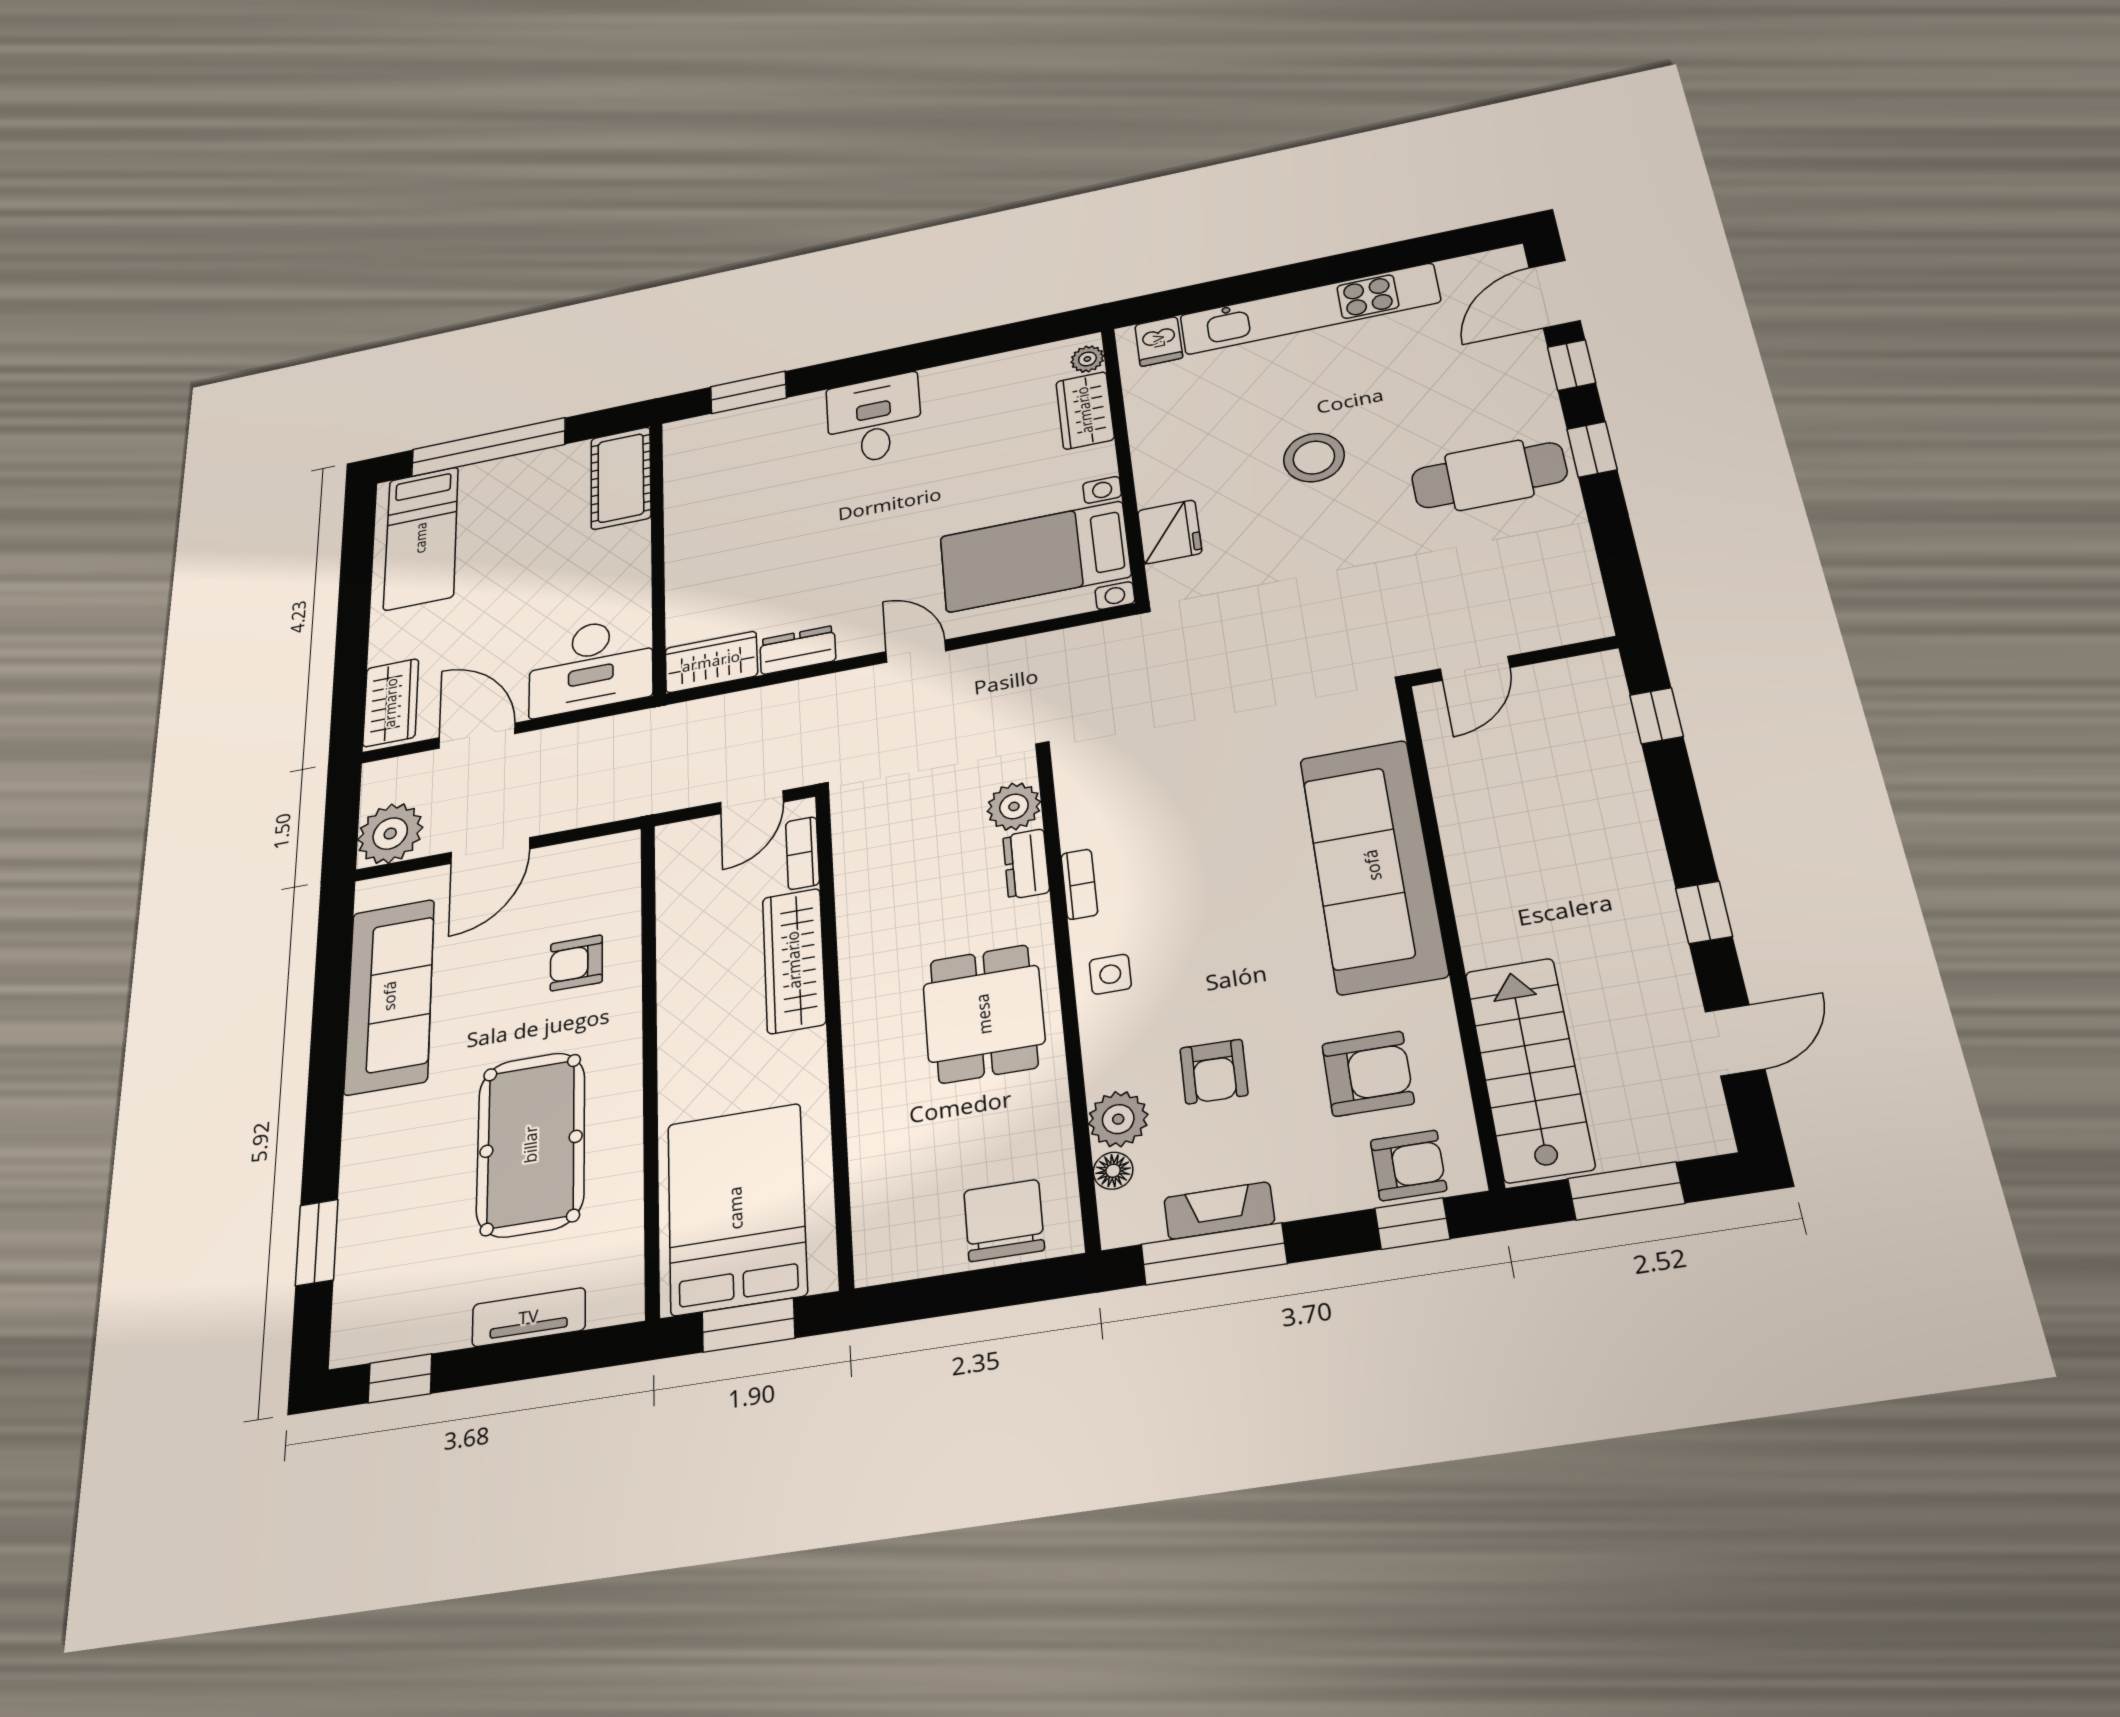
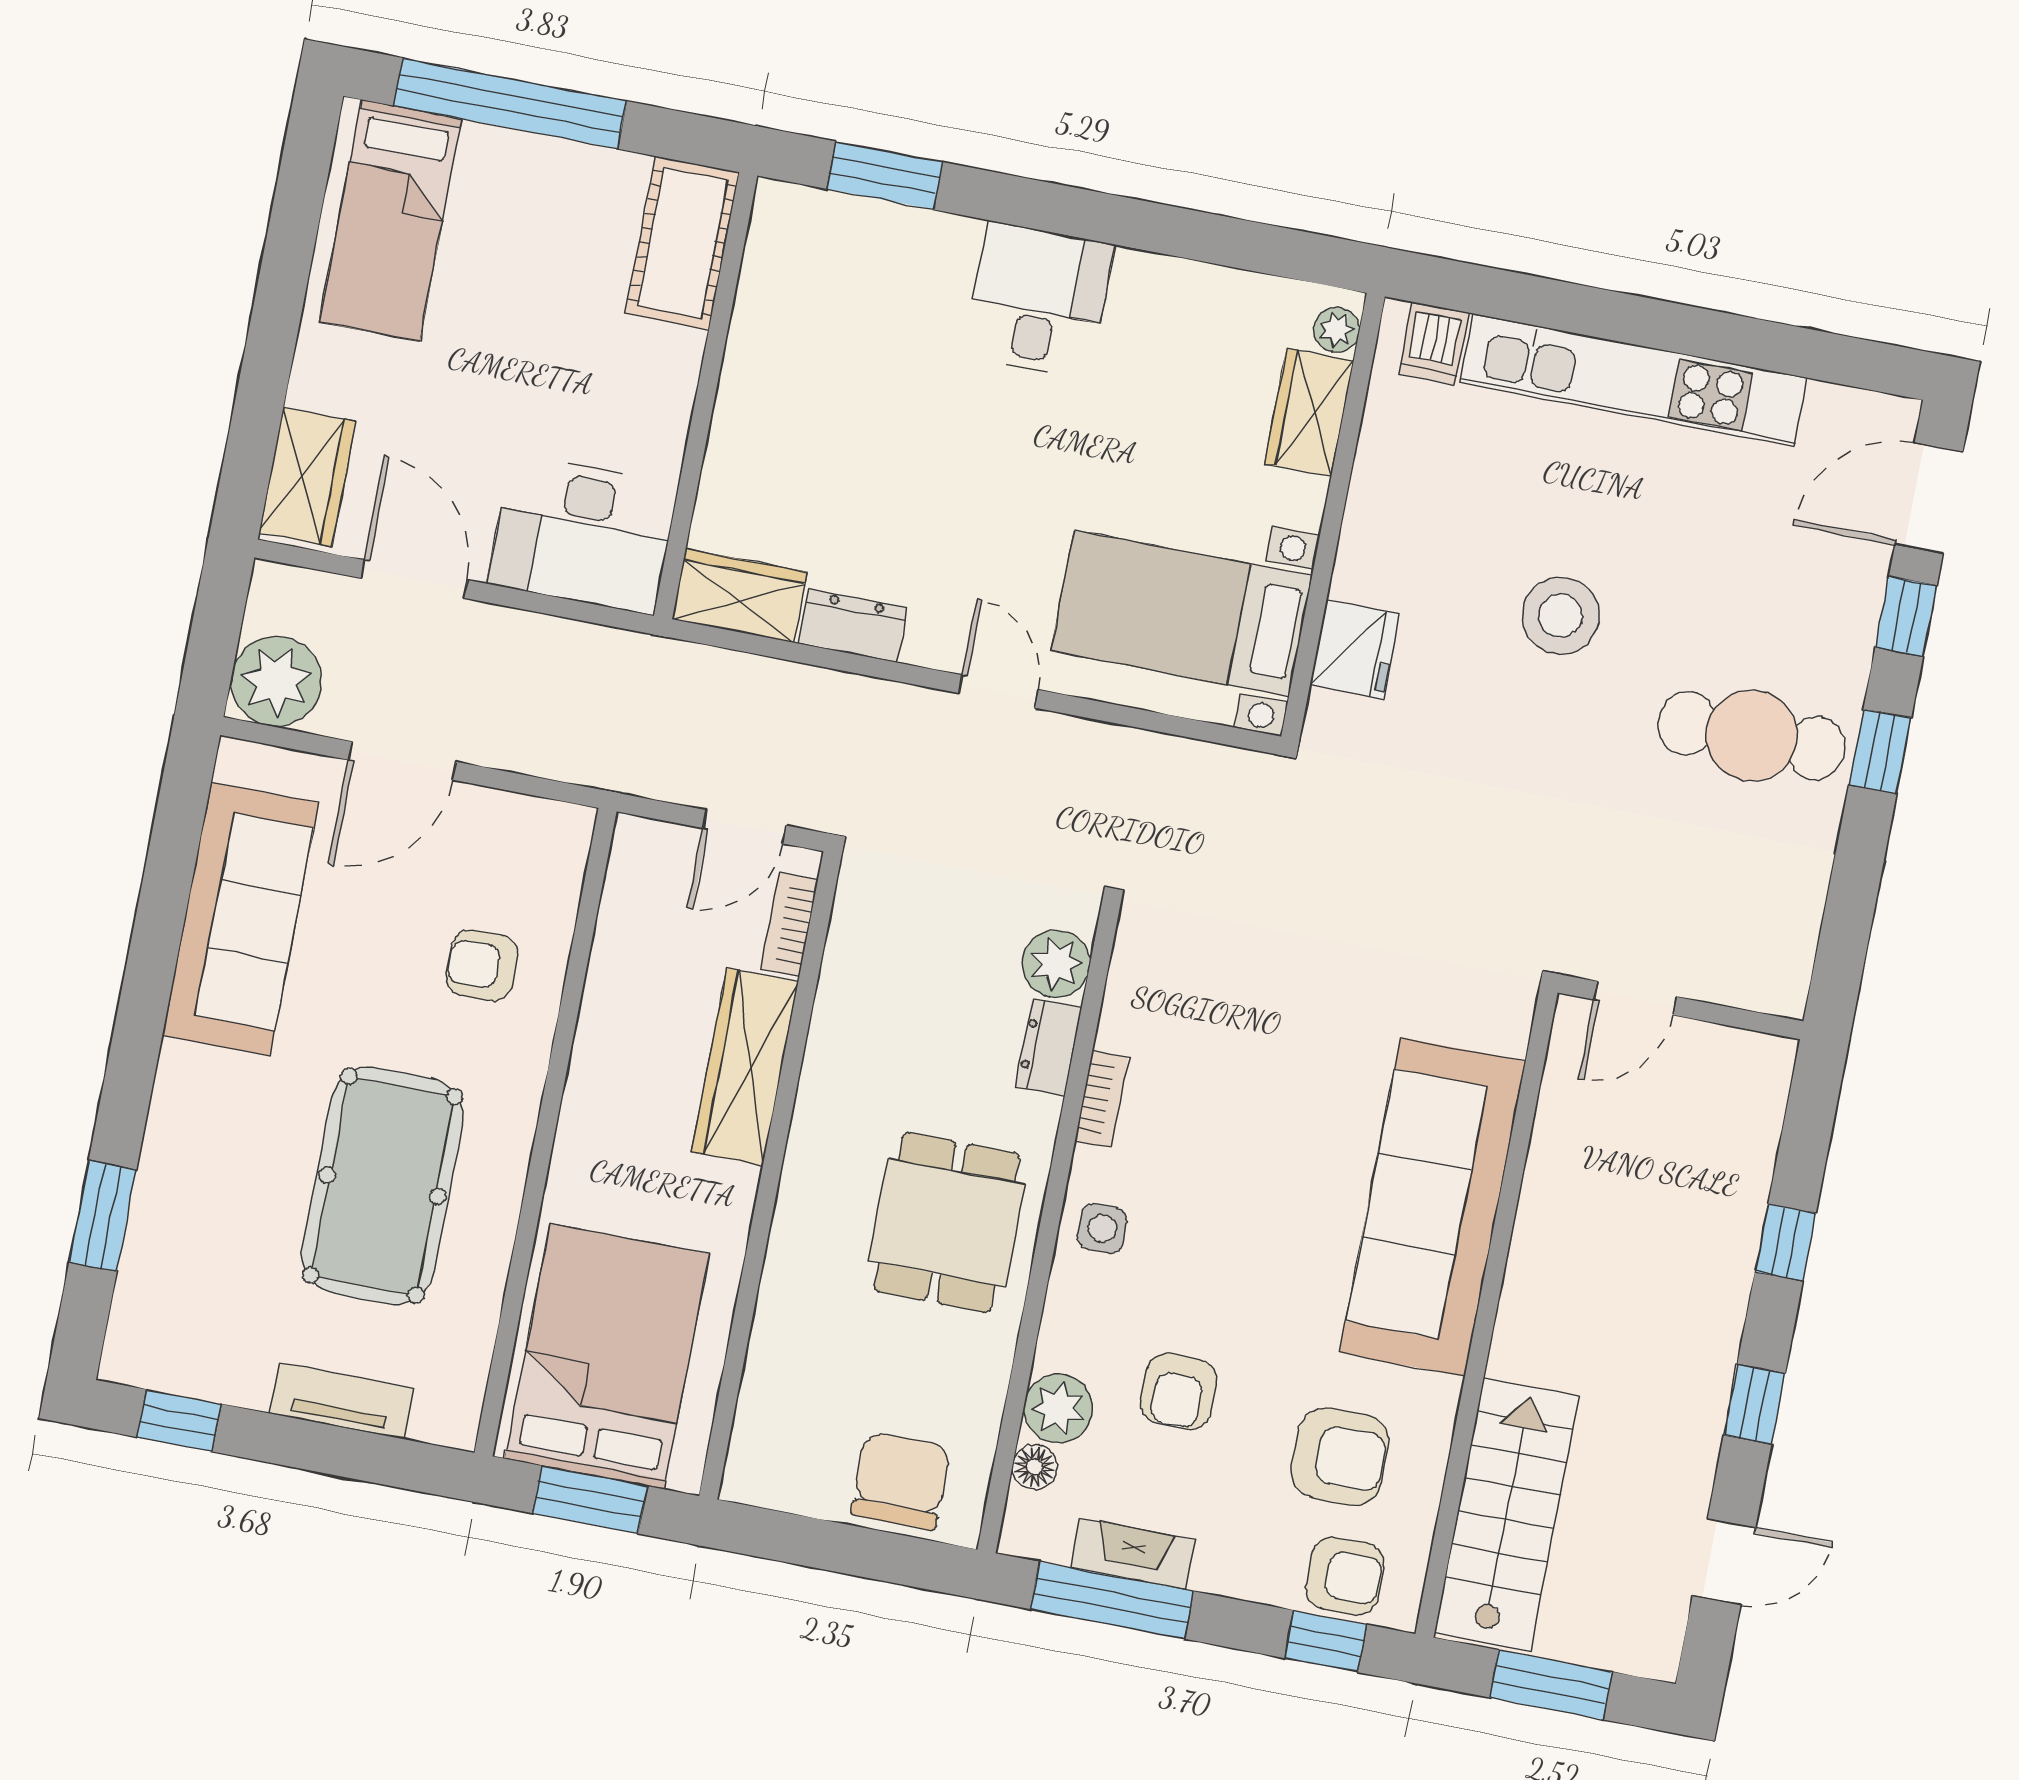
window: (1656, 716) -> (1786, 1242), moved

